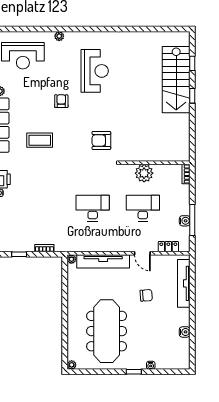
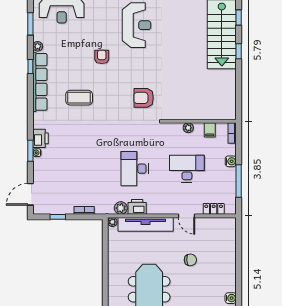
filing cabinet: (165, 171) -> (210, 130), added
plant: (144, 173) -> (188, 128), width x0.53, depth x0.53
desk: (93, 208) -> (135, 169), turned -90
water cooler: (185, 221) -> (231, 161), moved
printer: (95, 245) -> (137, 207), added
plant: (79, 246) -> (121, 208), added
tv unit: (184, 283) -> (230, 247), removed

